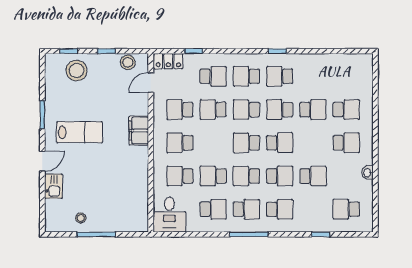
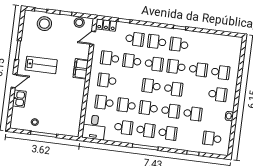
school desk: (246, 110) -> (154, 64), turned 180

